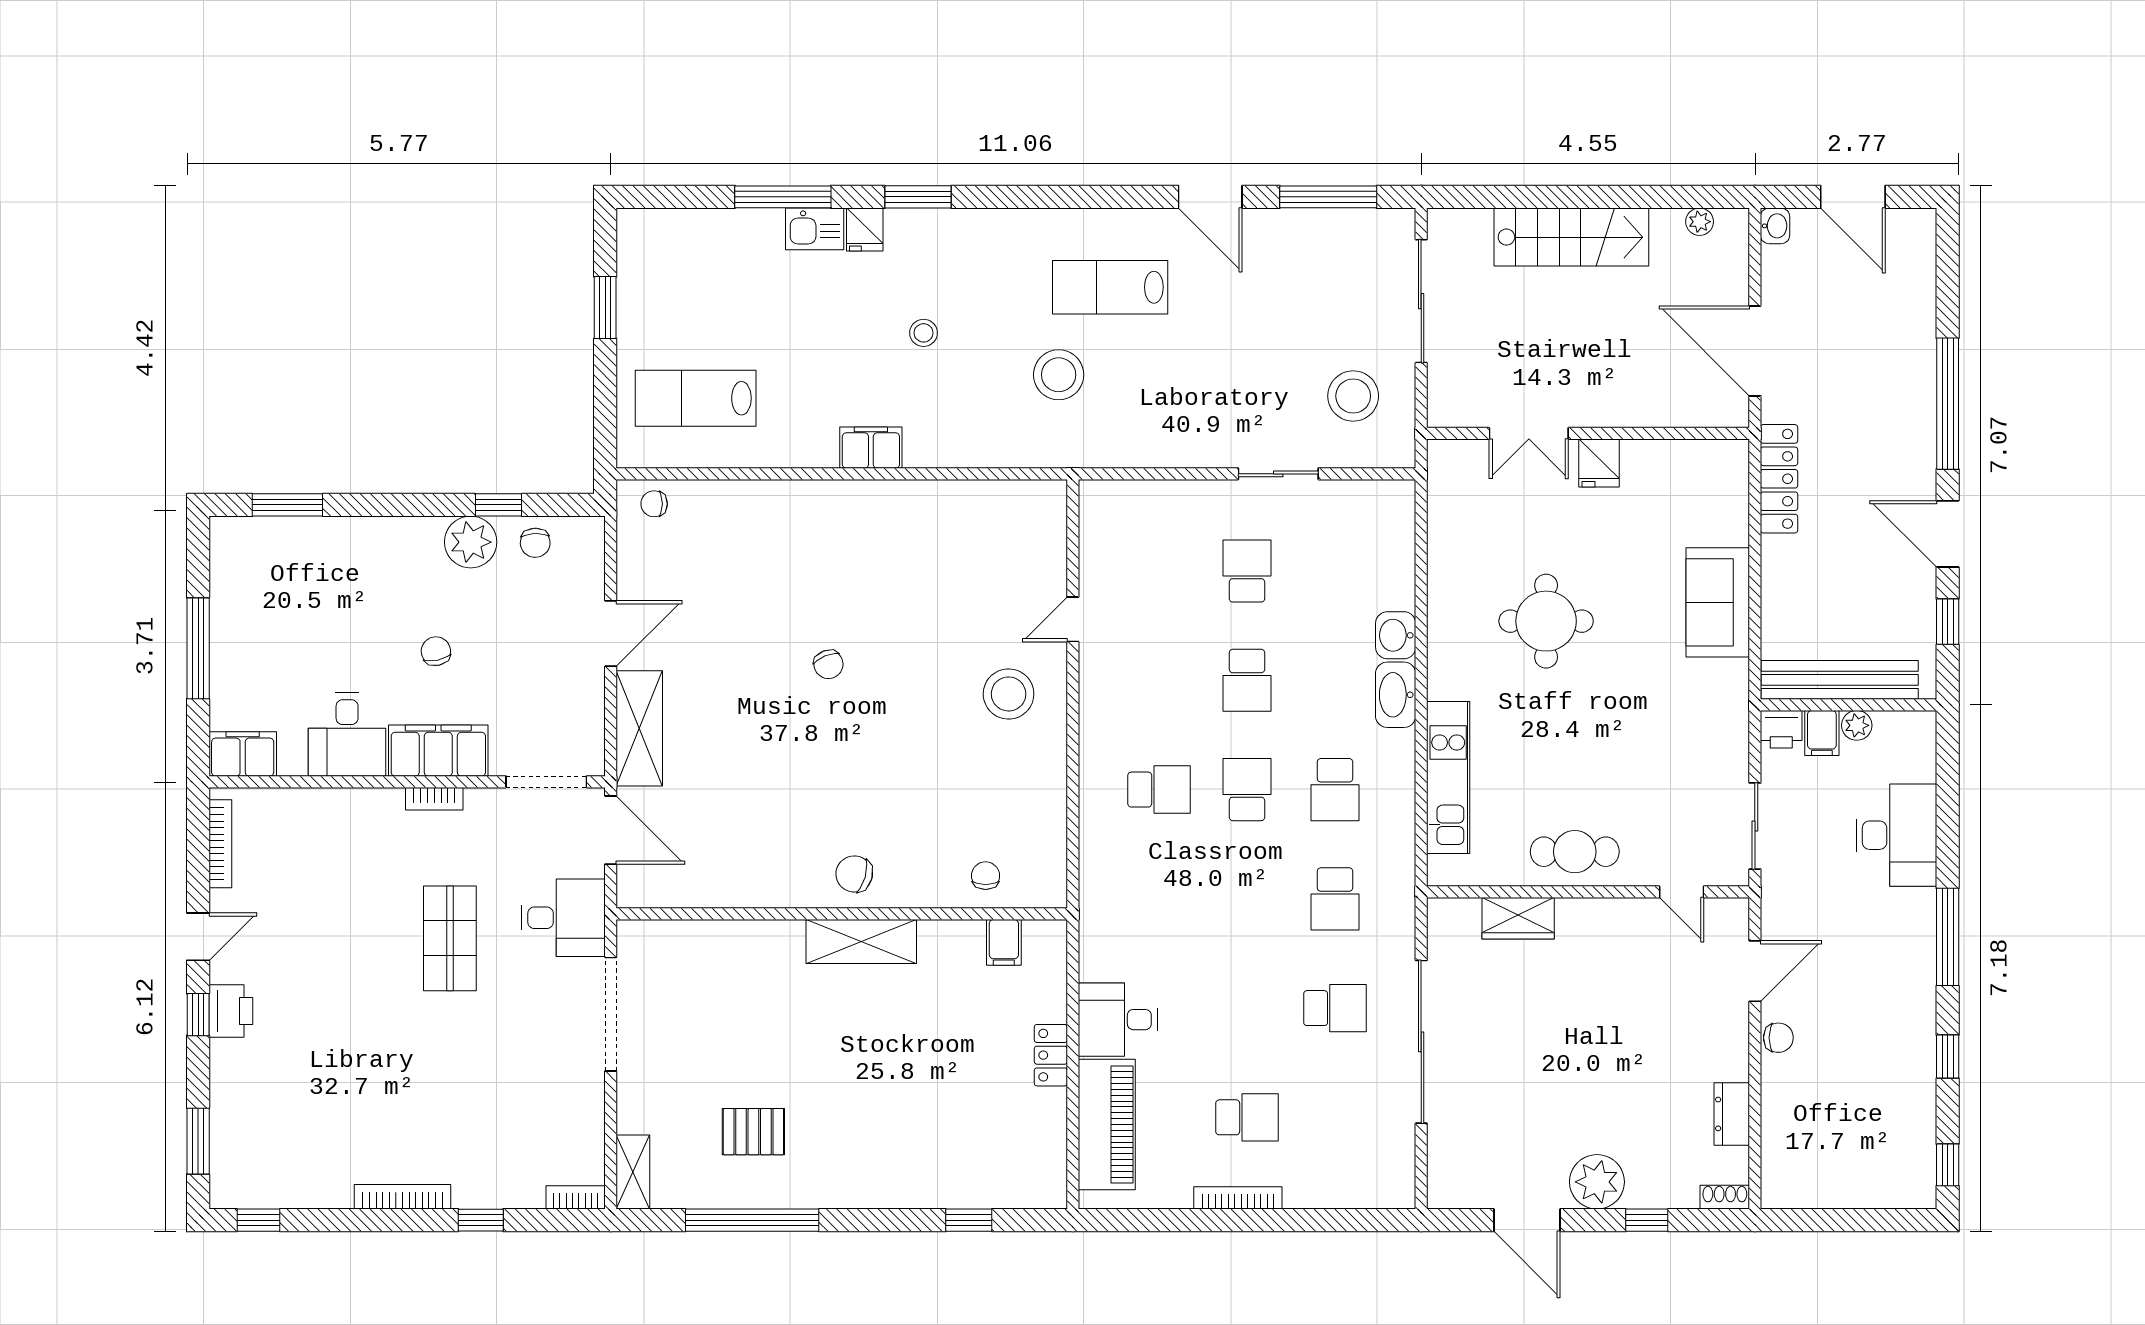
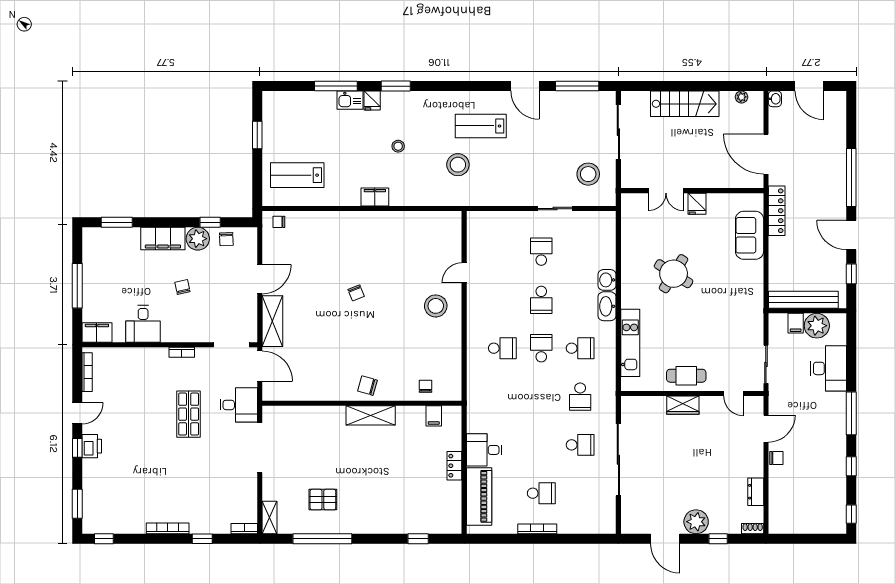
sofa: (1718, 602) -> (750, 235), moved
round table: (1546, 621) -> (674, 274), turned 32
plant: (1857, 725) -> (817, 326), width x1.88, depth x1.88
printer: (1781, 729) -> (778, 322), removed
filing cabinet: (438, 751) -> (163, 239), moved, turned 180
school desk: (1335, 790) -> (580, 348), turned -90
wardrobe: (1518, 918) -> (683, 405), moved

